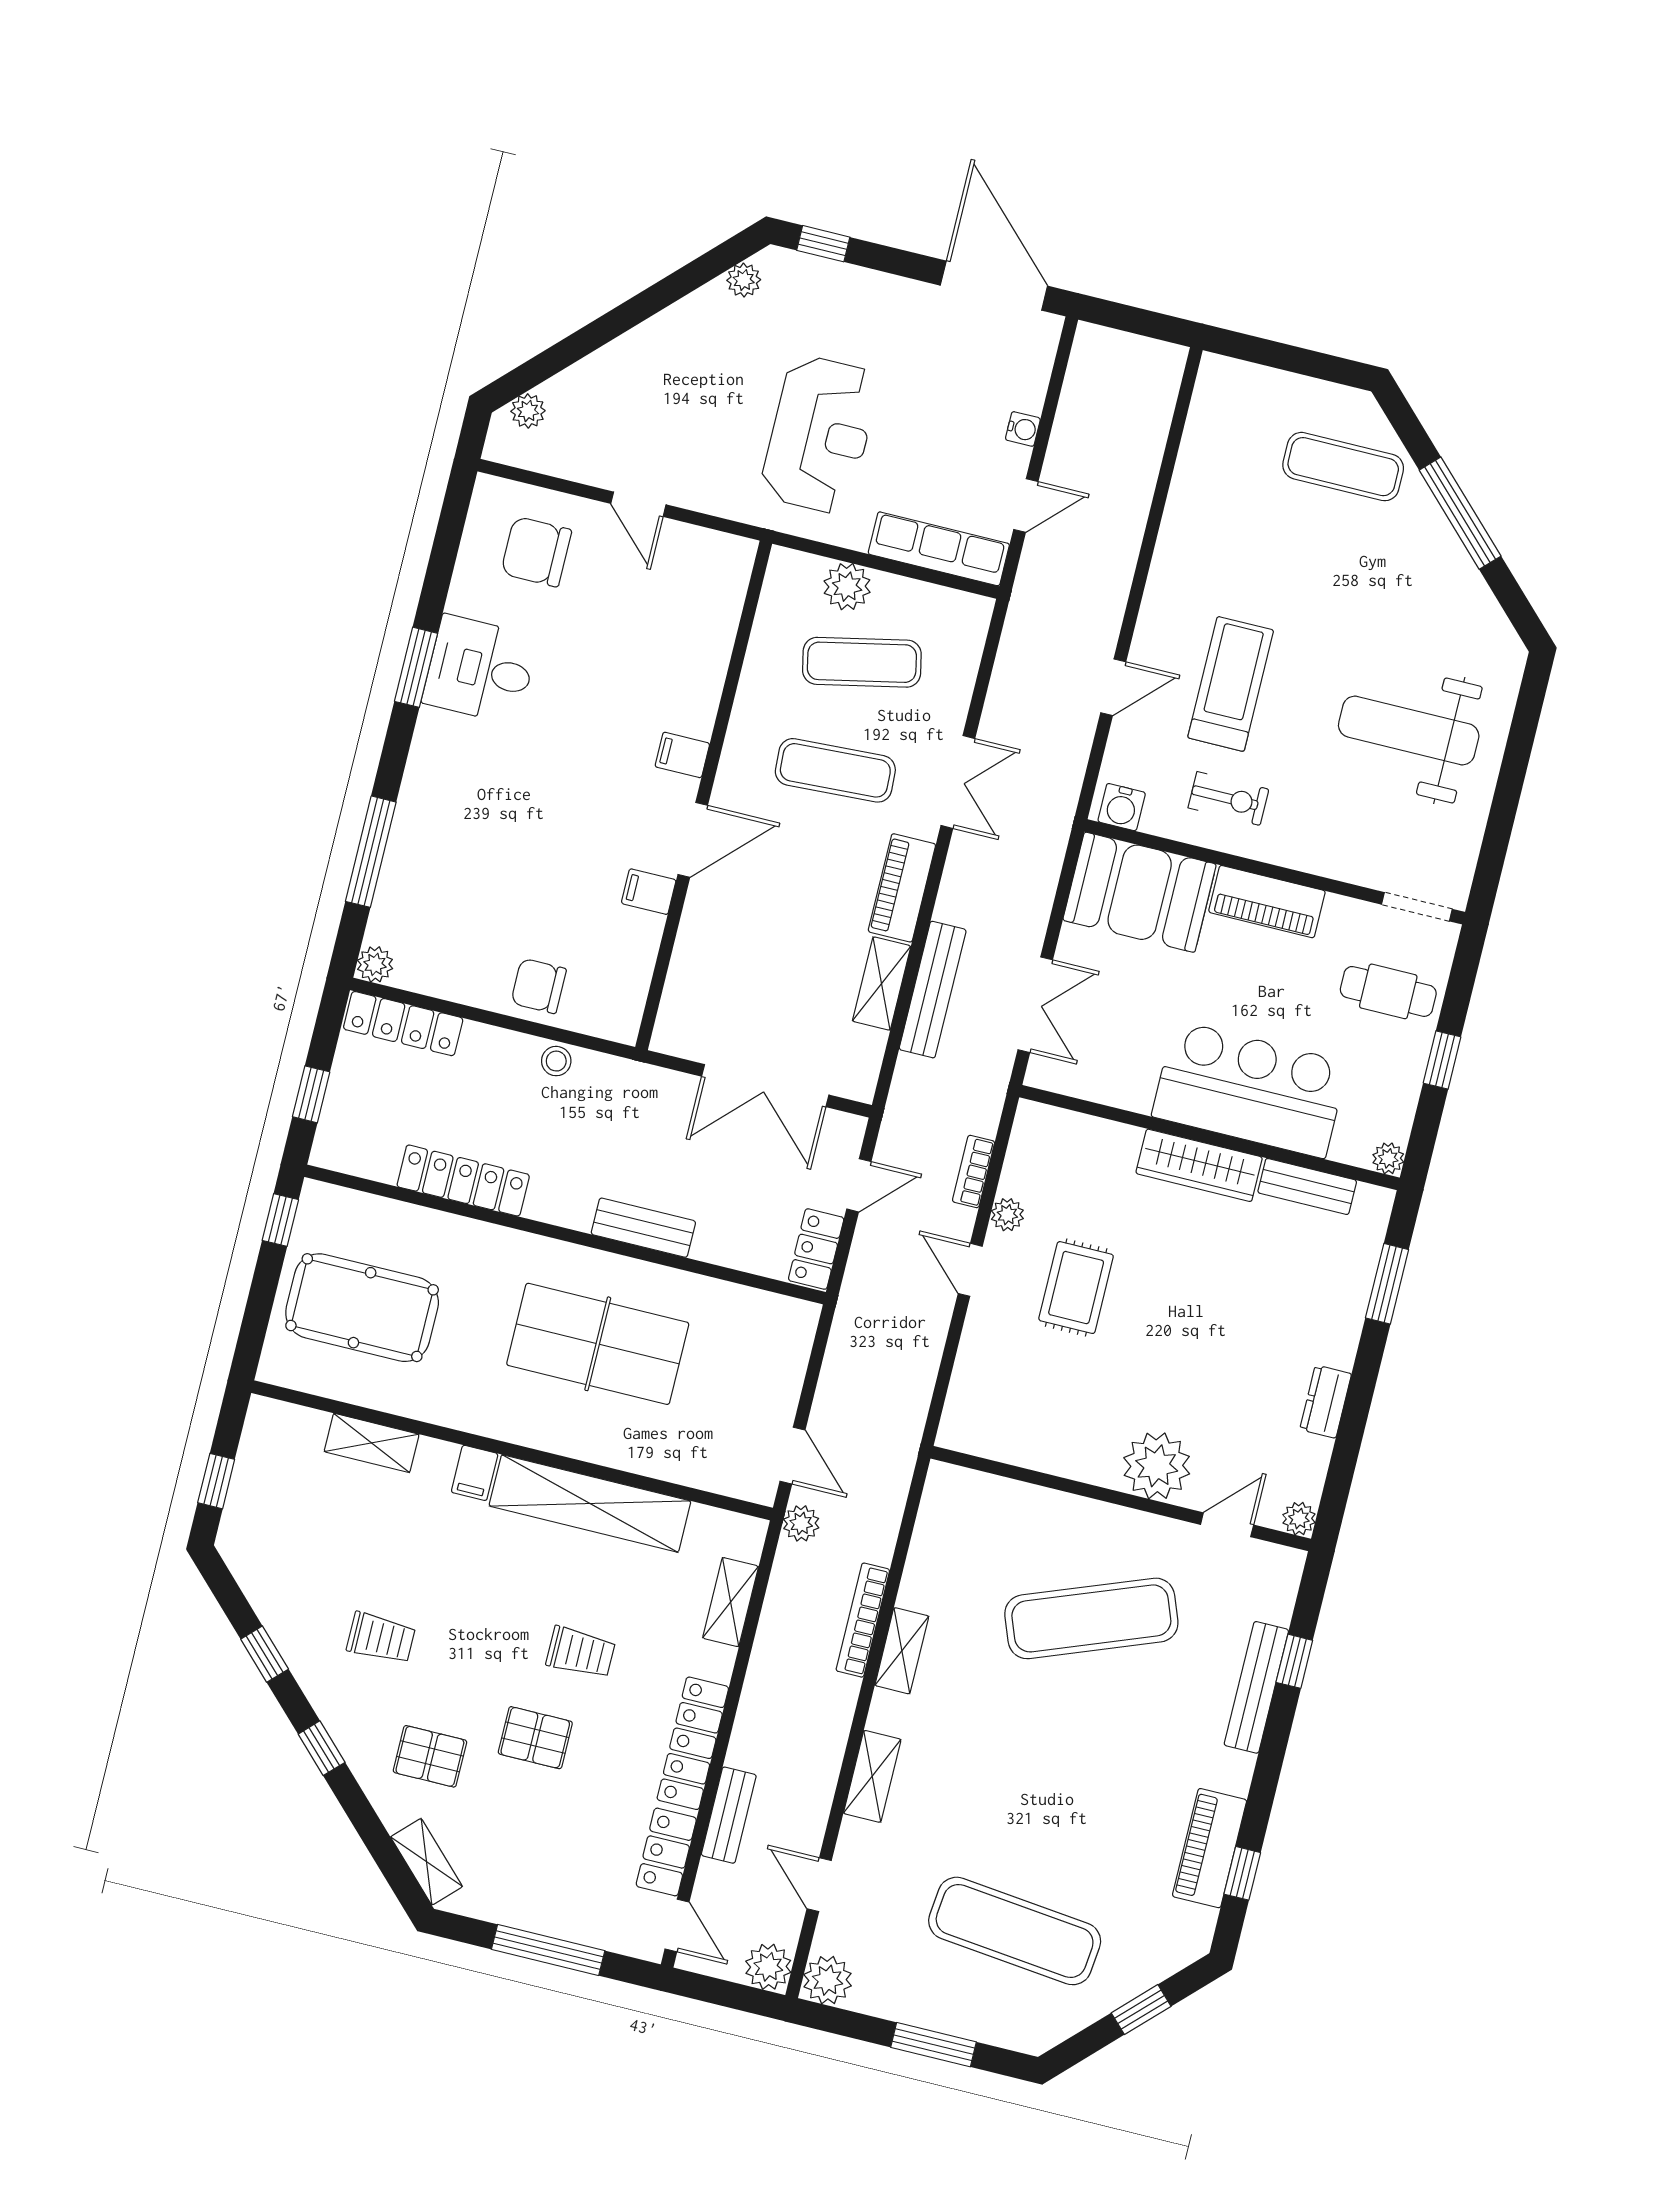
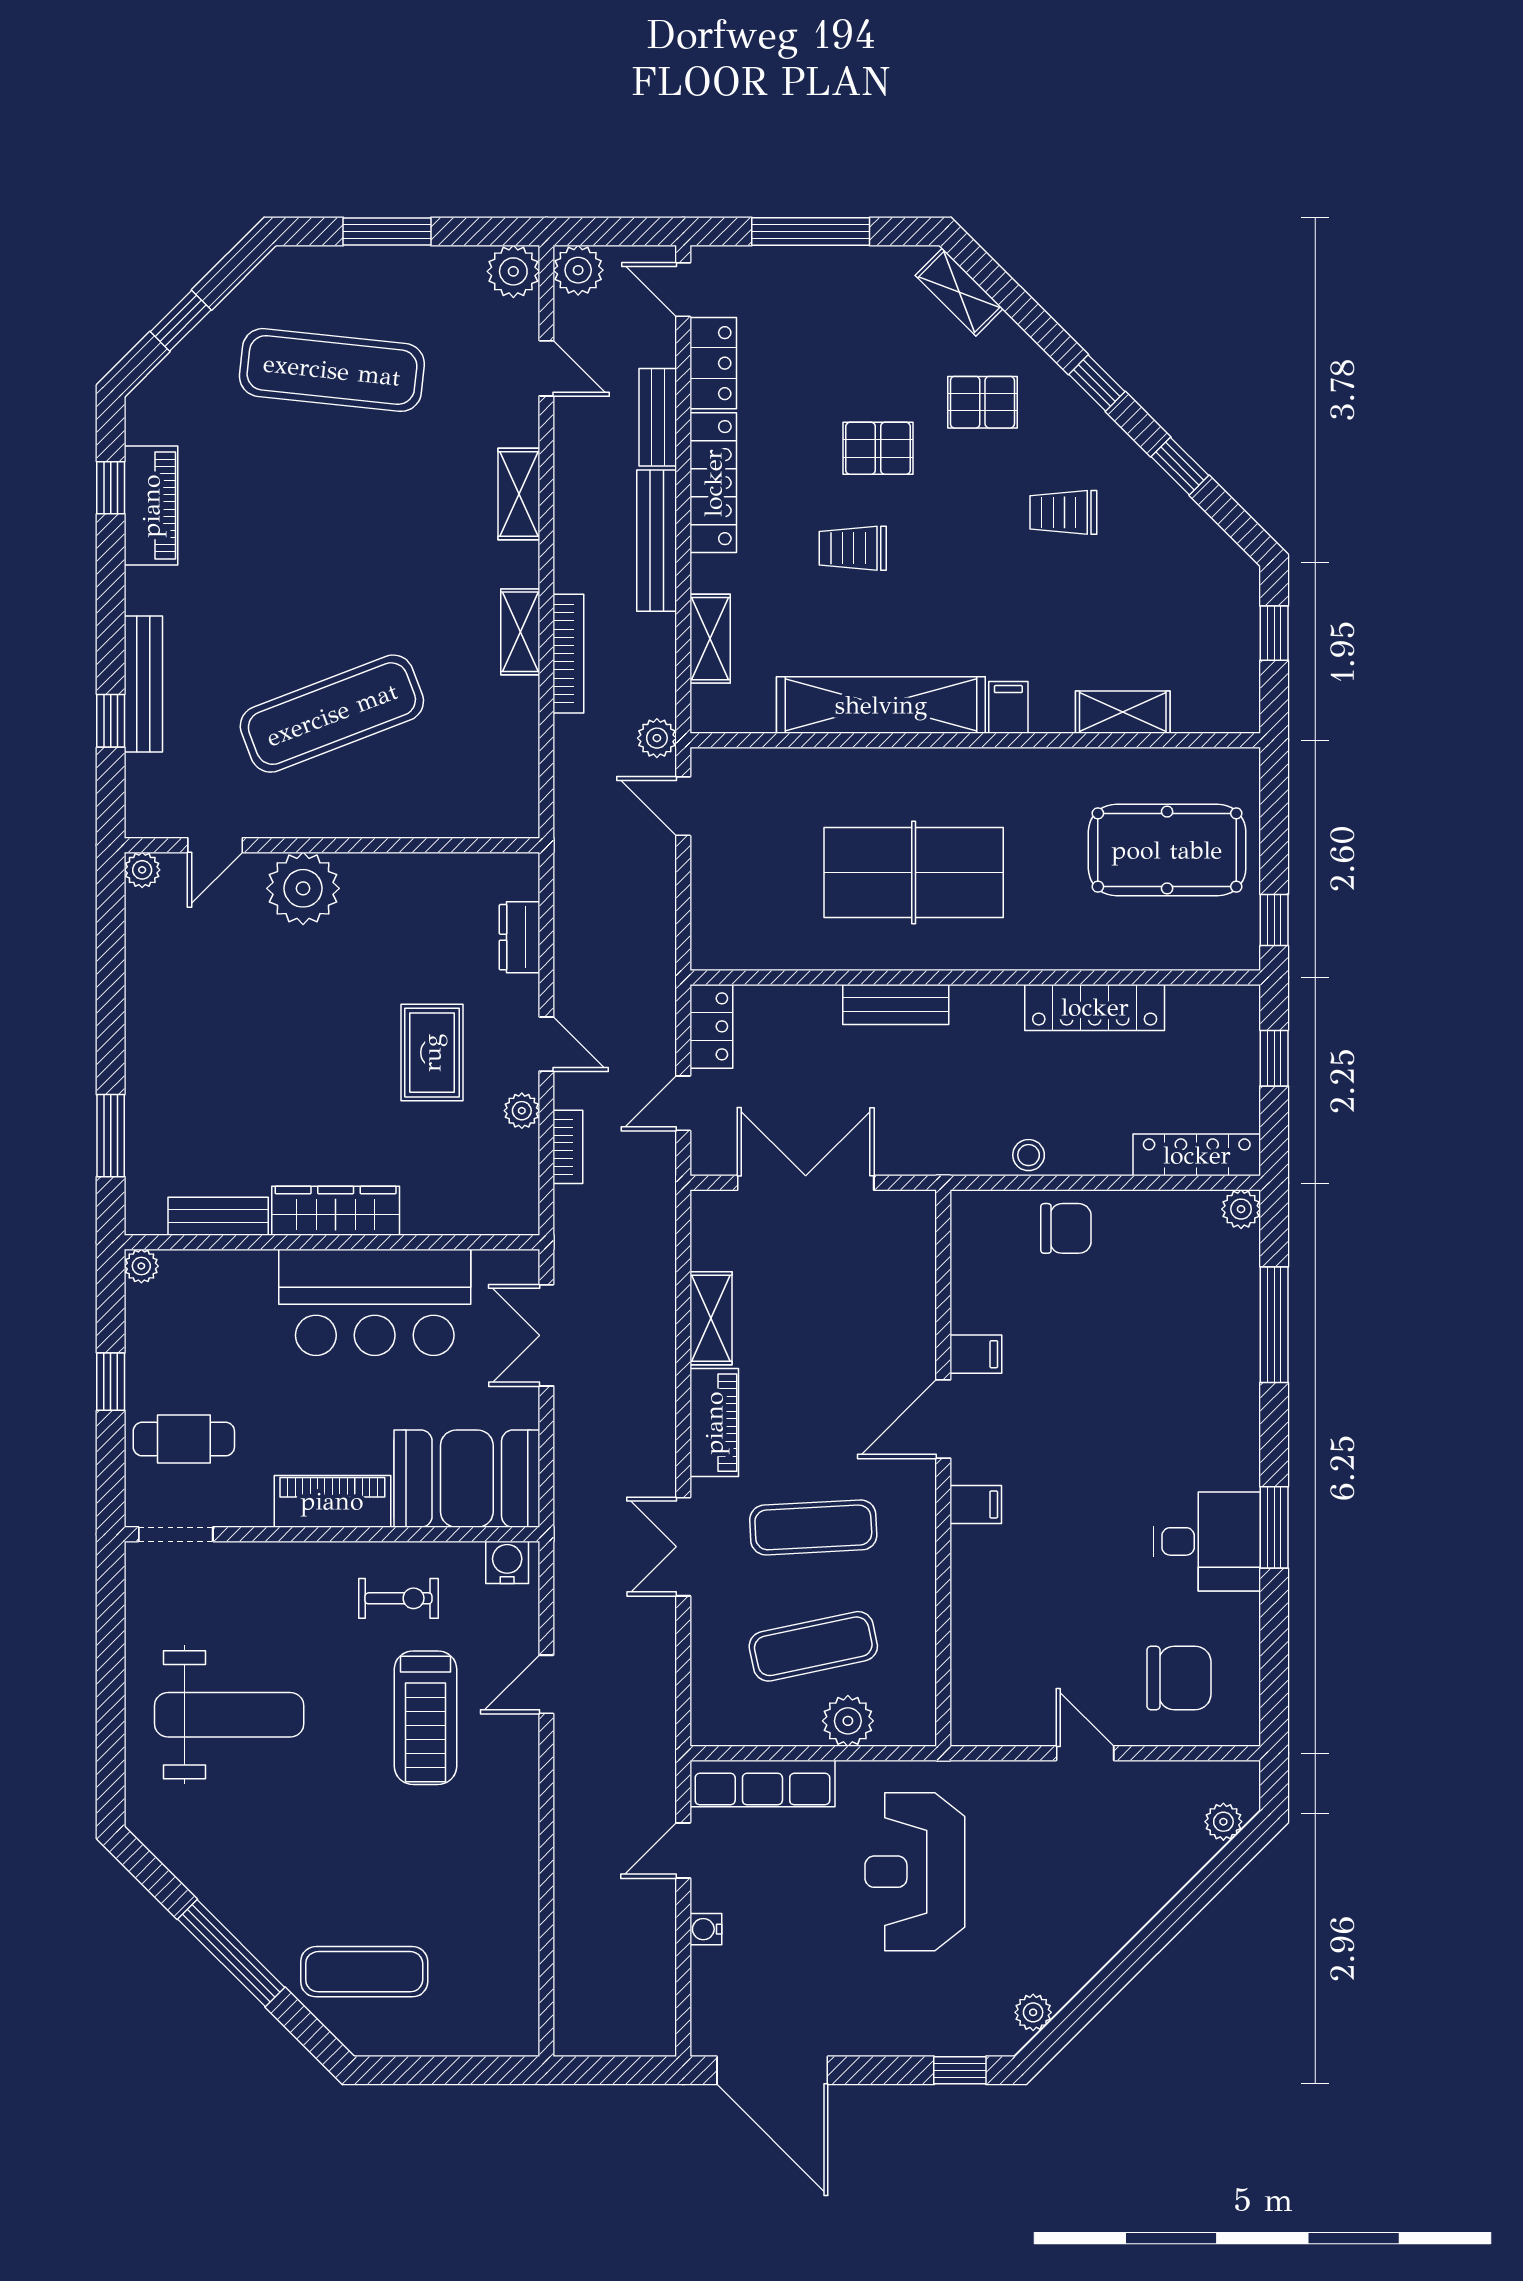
exercise bike: (1229, 799) -> (399, 1598), turned 180
bench: (933, 990) -> (657, 541), moved
bar counter: (1250, 1089) -> (375, 1302), moved
dresser: (1326, 1402) -> (519, 937), moved, turned 180

